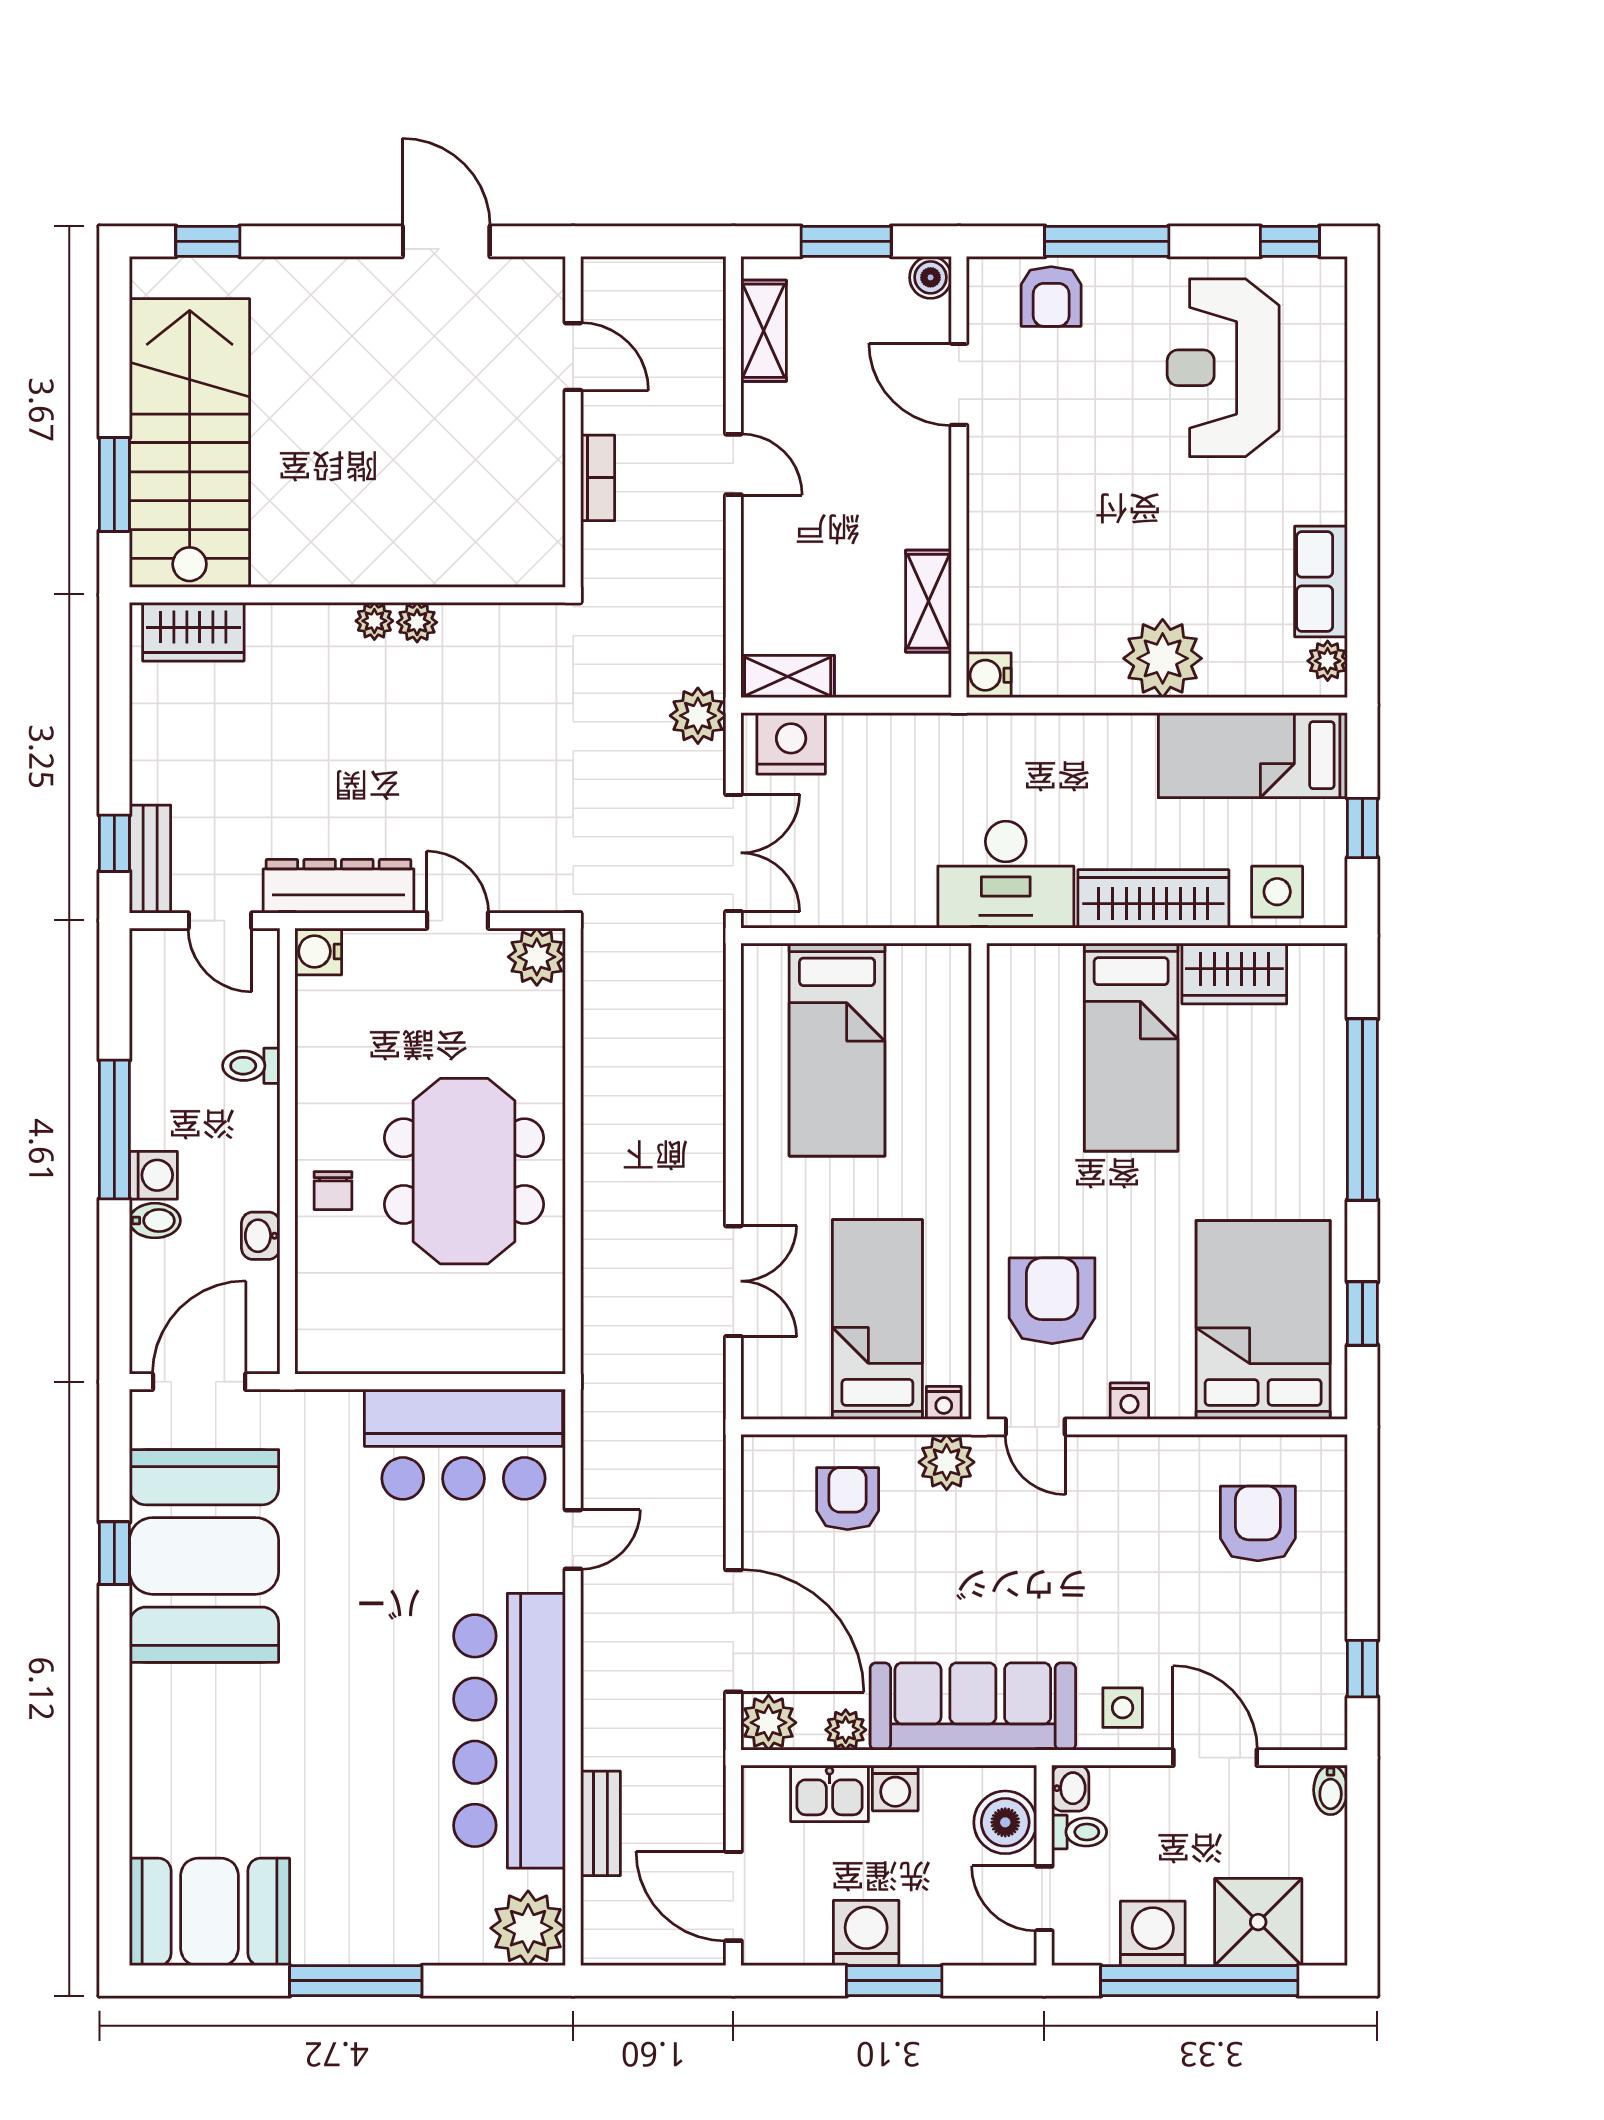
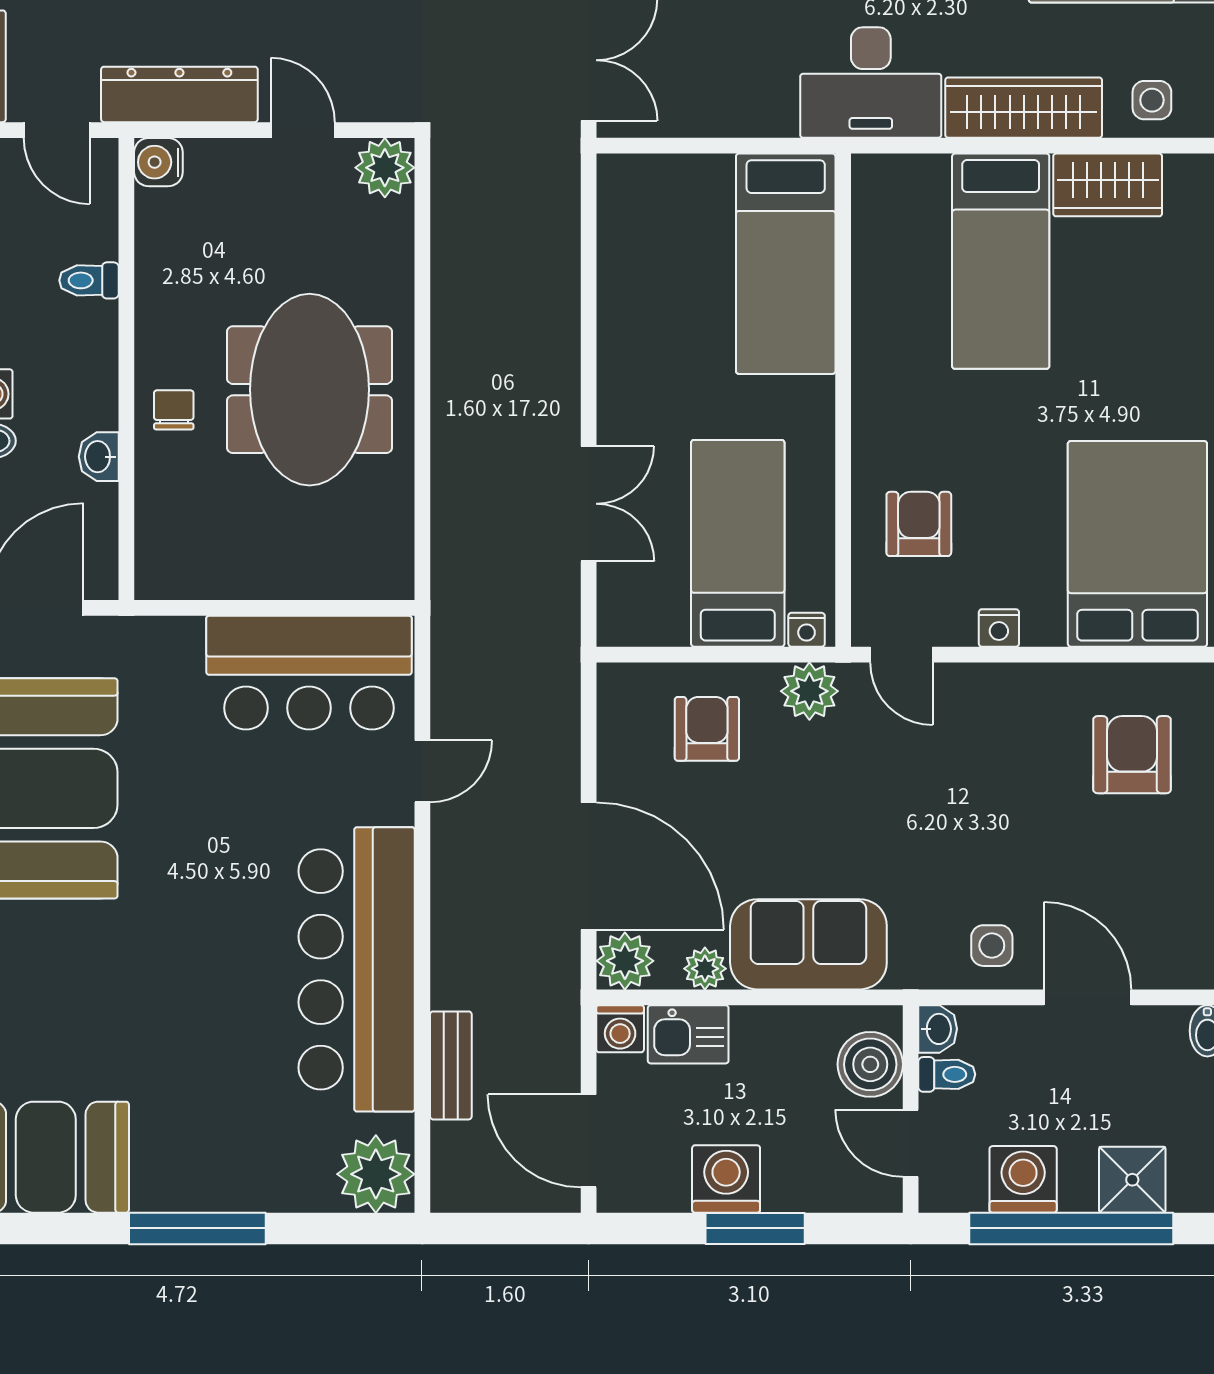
side table: (1277, 892) -> (1152, 100), width x0.73, depth x0.73
bed: (837, 1050) -> (786, 264), moved
chair: (333, 1191) -> (174, 410), turned 180
armchair: (1052, 1301) -> (919, 524), width x0.72, depth x0.72
sofa: (973, 1706) -> (808, 944), width x0.73
washing machine: (895, 1788) -> (620, 1029), moved
shower: (1258, 1922) -> (1132, 1180), width x0.73, depth x0.73

